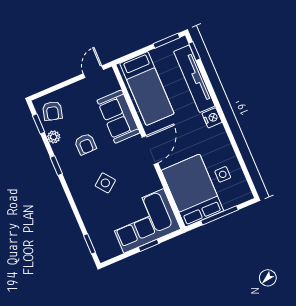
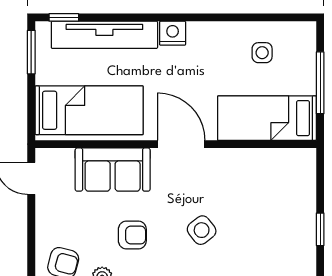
bed: (192, 191) -> (267, 118), width x0.67
corner sofa: (144, 221) -> (281, 197), removed
window: (149, 245) -> (320, 229), moved

